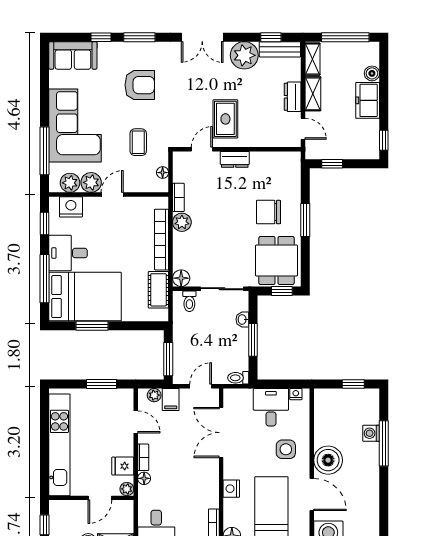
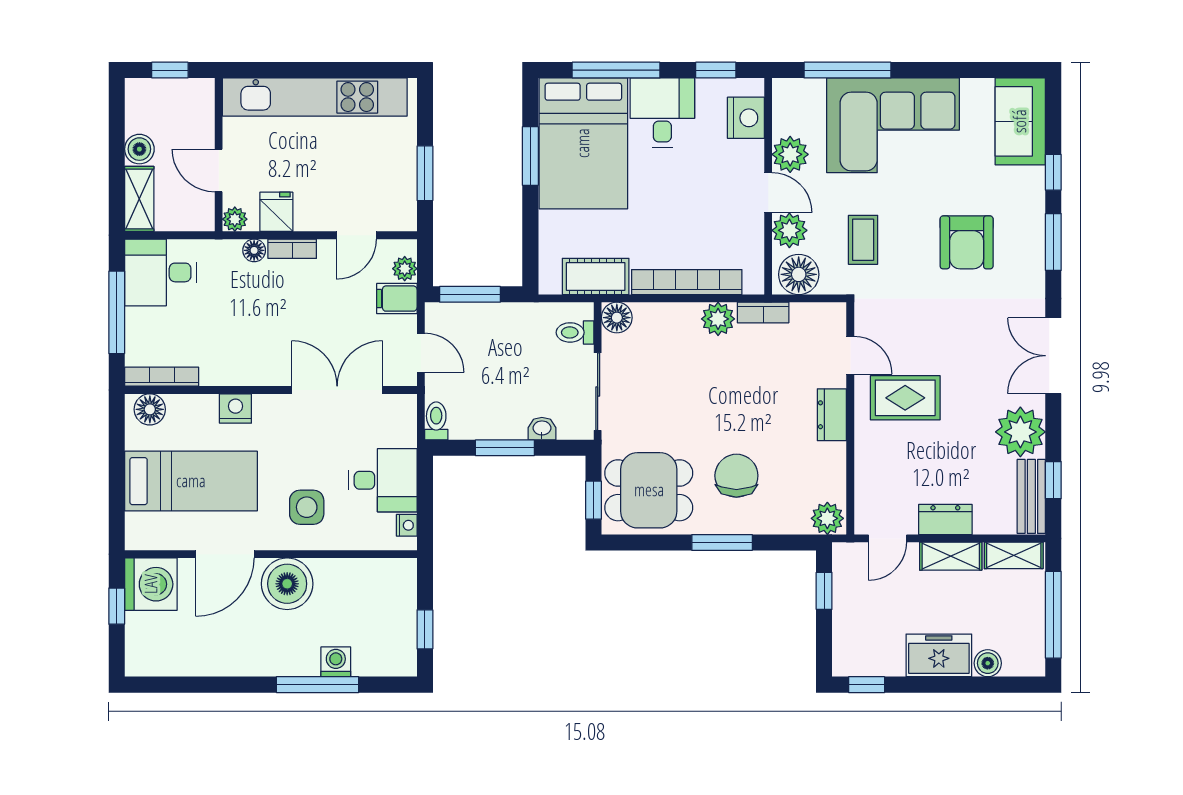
coffee table: (138, 142) -> (863, 240), turned 90
plant: (292, 162) -> (827, 518), added
floor lamp: (163, 173) -> (799, 274), width x1.89, depth x1.89
plant: (70, 183) -> (789, 230), moved

